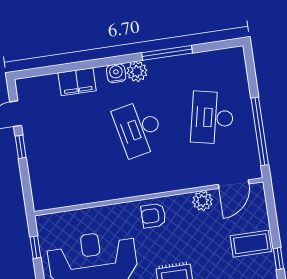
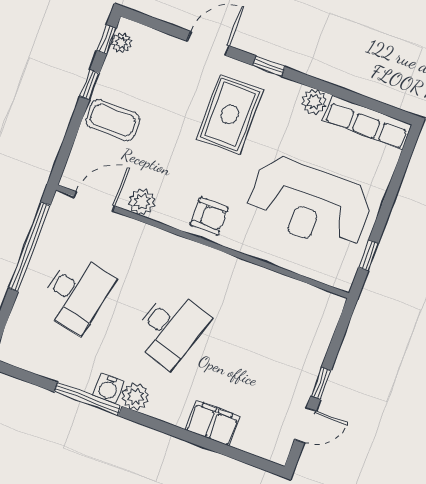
water cooler: (116, 73) -> (108, 388), moved
desk: (139, 129) -> (170, 328), turned 30

